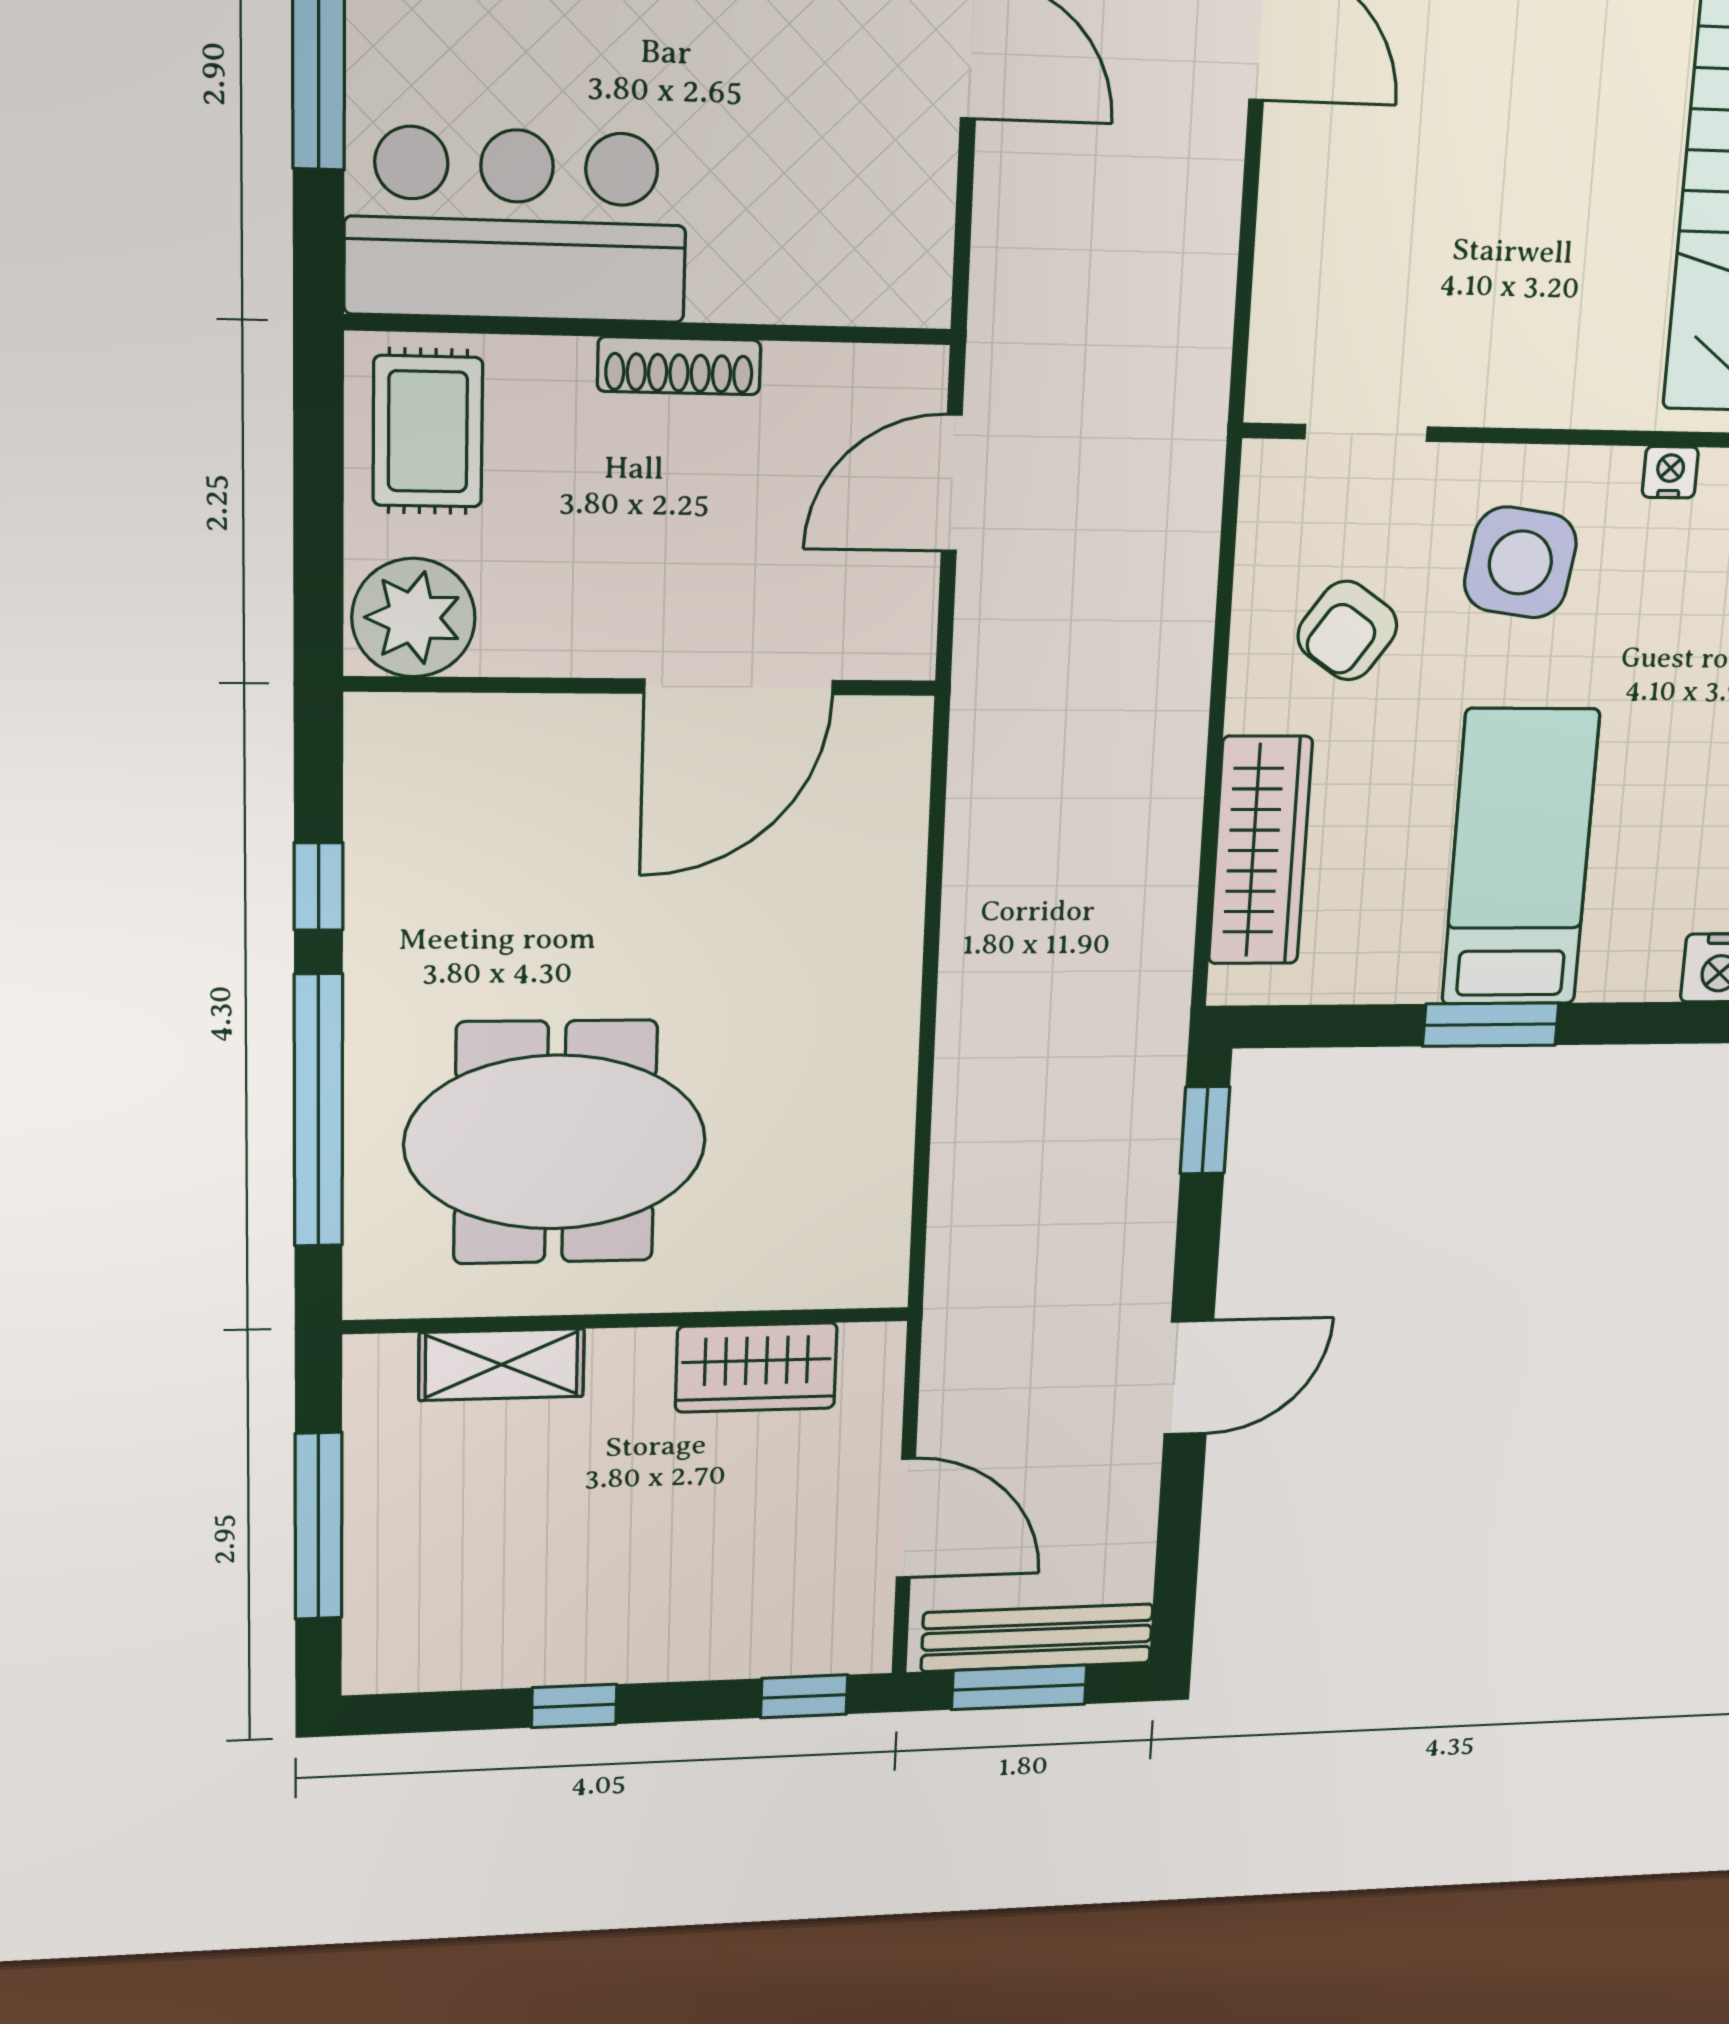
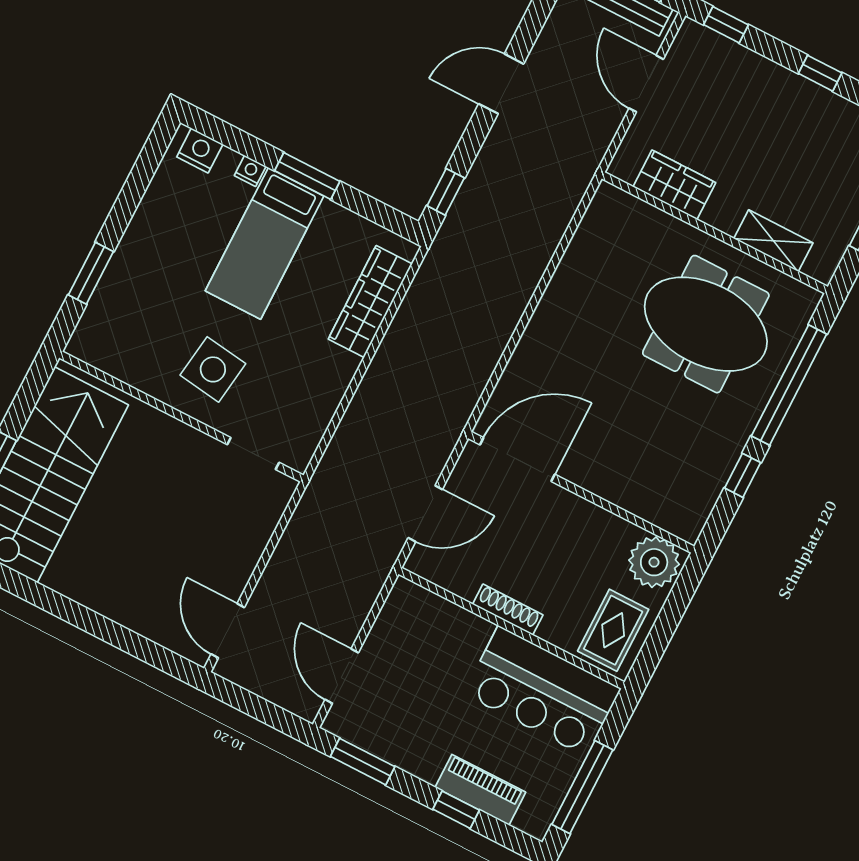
nightstand: (1670, 472) -> (250, 171), moved, turned 180
armchair: (1347, 631) -> (295, 376), removed
door: (739, 687) -> (517, 459), moved

